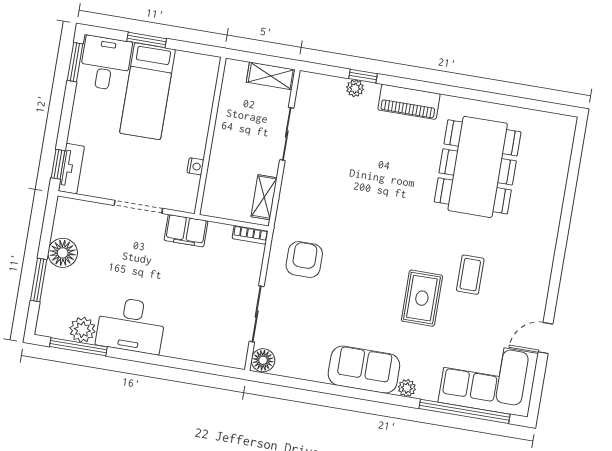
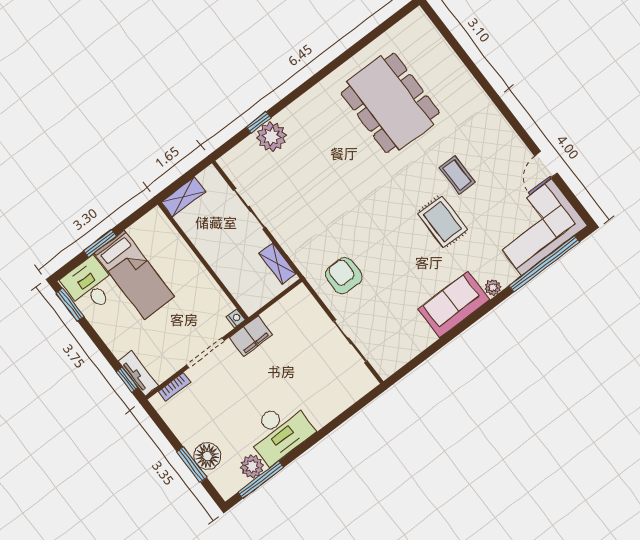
shelving: (271, 76) -> (183, 197), moved
plant: (355, 88) -> (271, 137), width x1.87, depth x1.87
piano: (409, 102) -> (304, 108), removed
nightstand: (195, 166) -> (236, 318), moved
bookcase: (250, 235) -> (174, 387), moved
floor lamp: (63, 253) -> (207, 456), moved
floor lamp: (263, 360) -> (385, 366), removed

